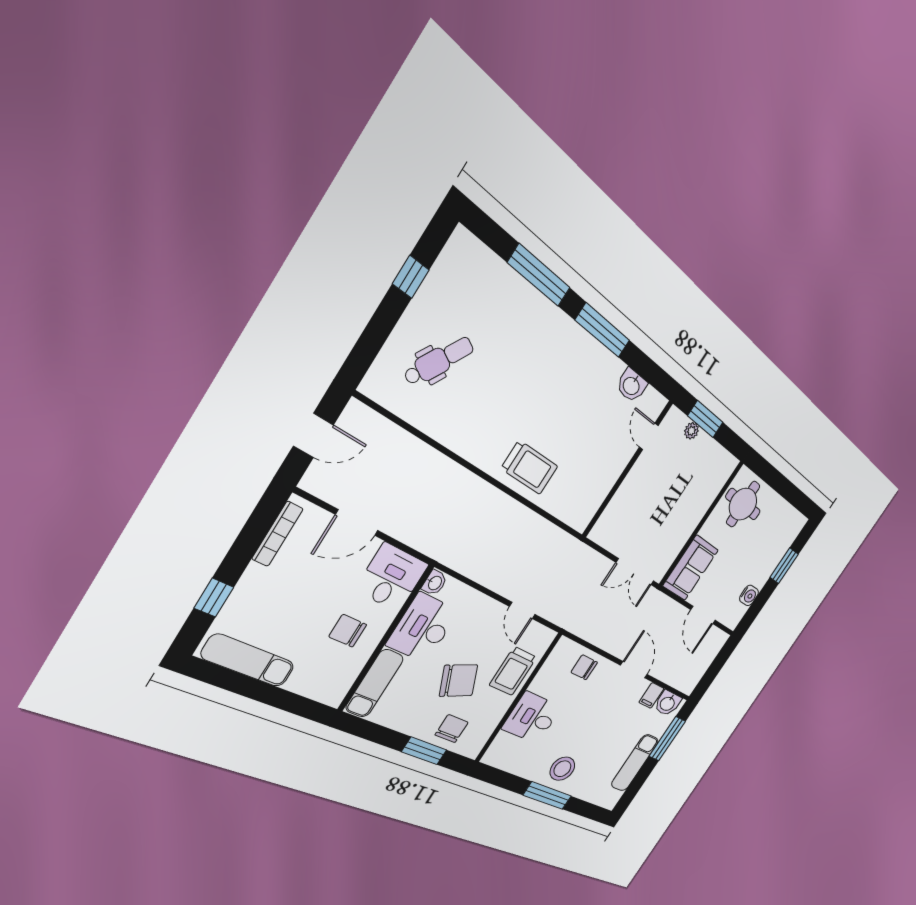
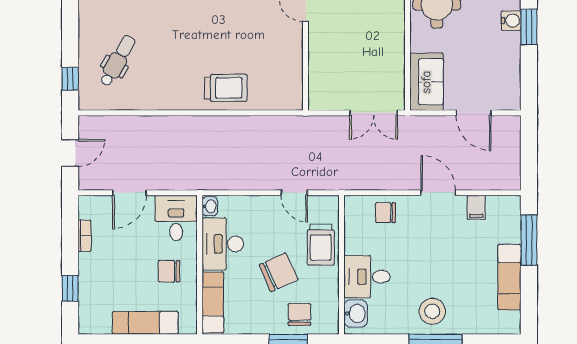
window: (411, 277) -> (70, 79), moved
bookcase: (277, 534) -> (84, 236), width x0.64
water cooler: (749, 595) -> (511, 21), moved
exam couch: (248, 660) -> (145, 323), moved
washbasin: (668, 703) -> (356, 313), moved, turned -90

